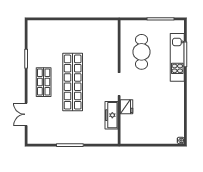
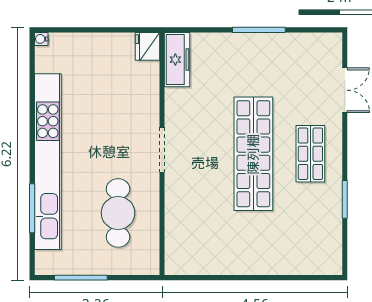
kitchen unit: (177, 57) -> (48, 162), width x1.86
fridge: (127, 107) -> (148, 46), moved
freezer: (111, 115) -> (177, 60), moved

